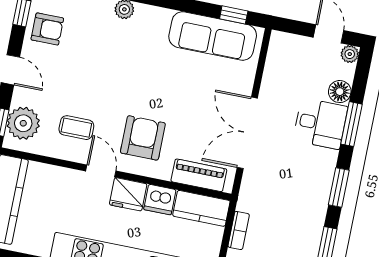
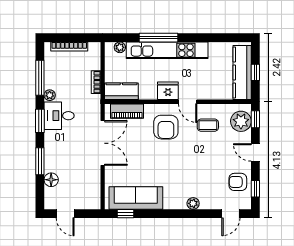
plant: (350, 54) -> (50, 95), moved
desk: (320, 123) -> (59, 116), moved
dishwasher: (160, 200) -> (148, 91), removed

